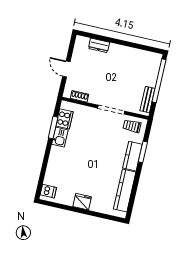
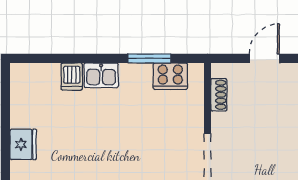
kitchen sink: (60, 137) -> (101, 75), moved
dishwasher: (48, 191) -> (72, 77), moved

